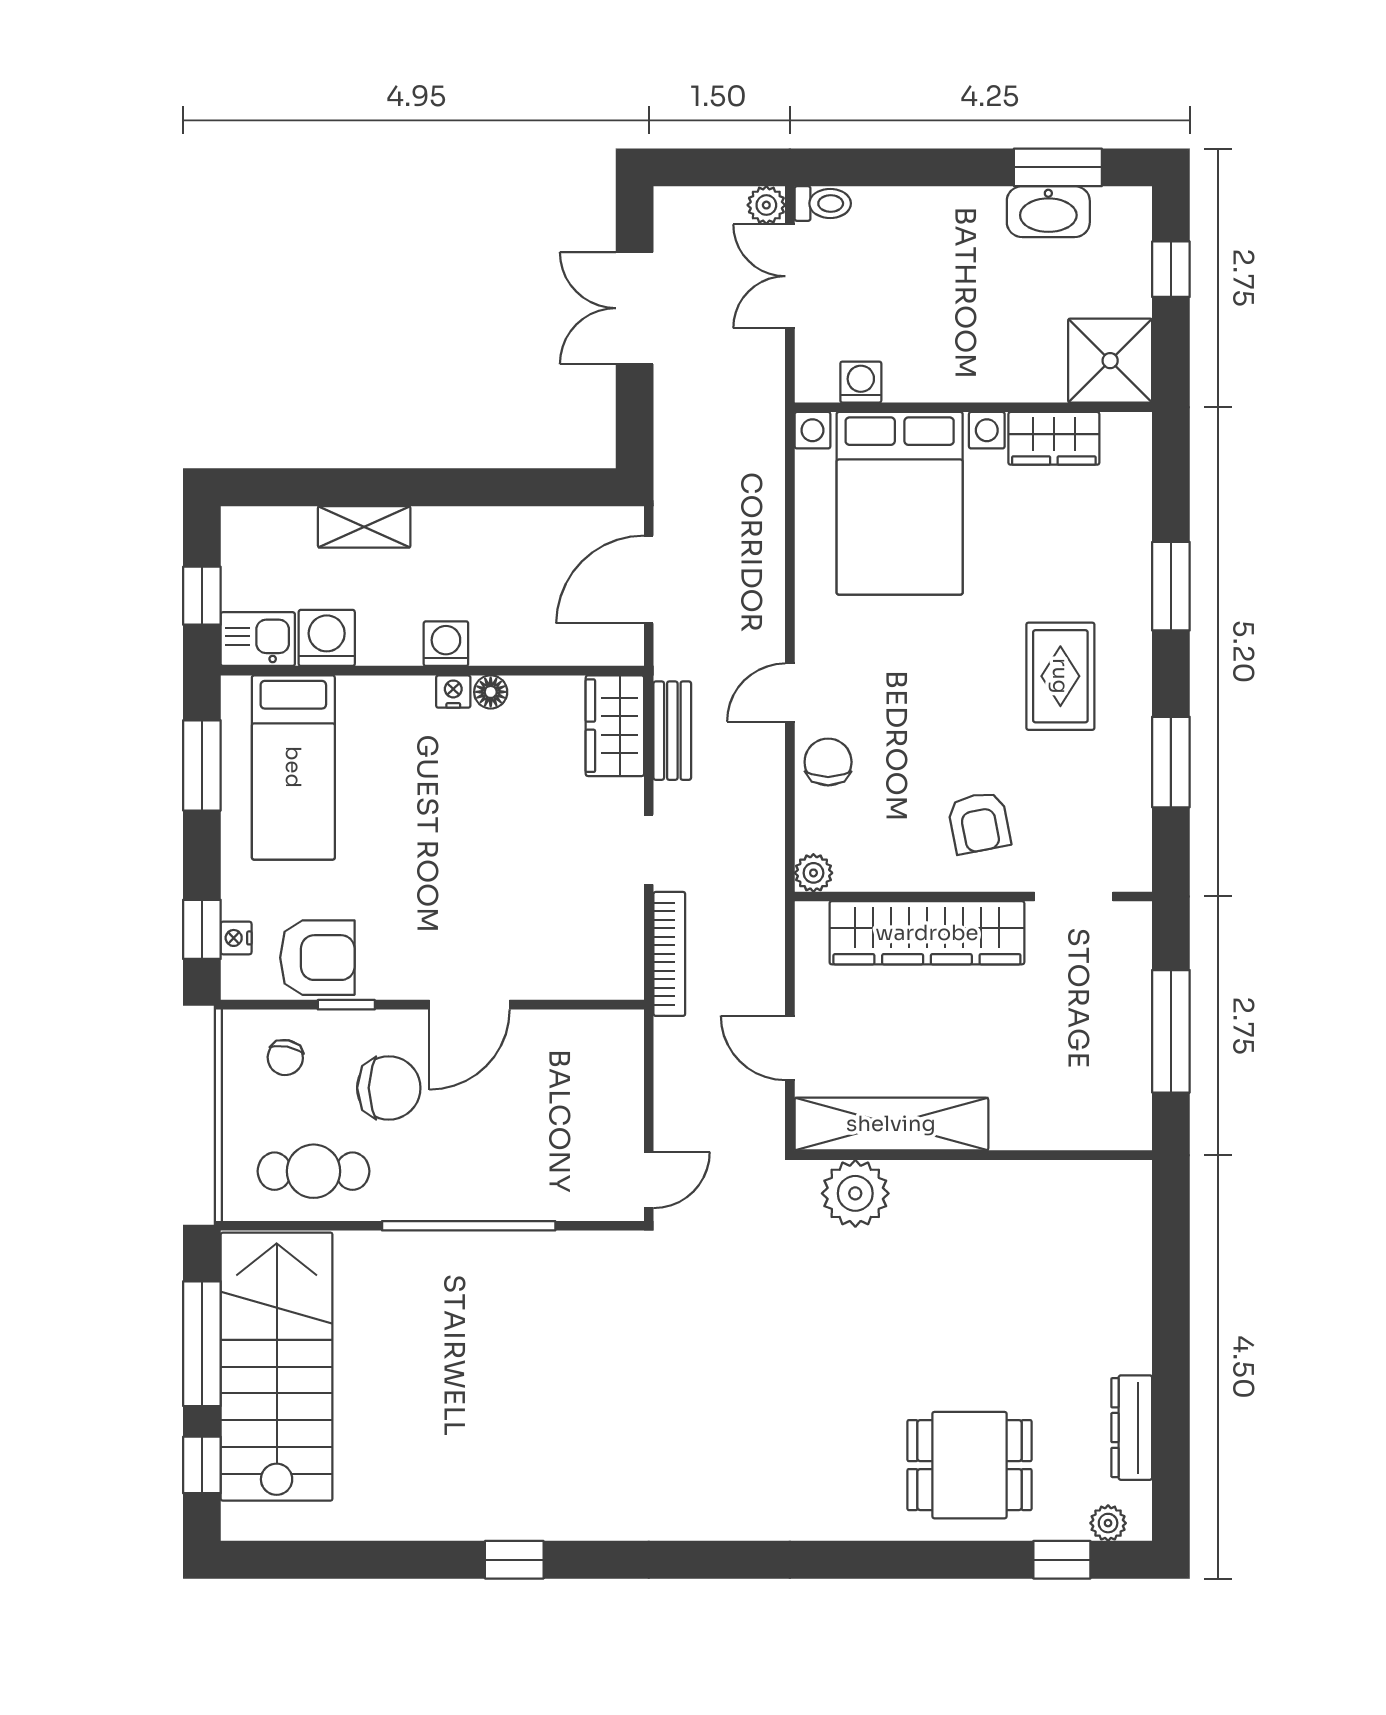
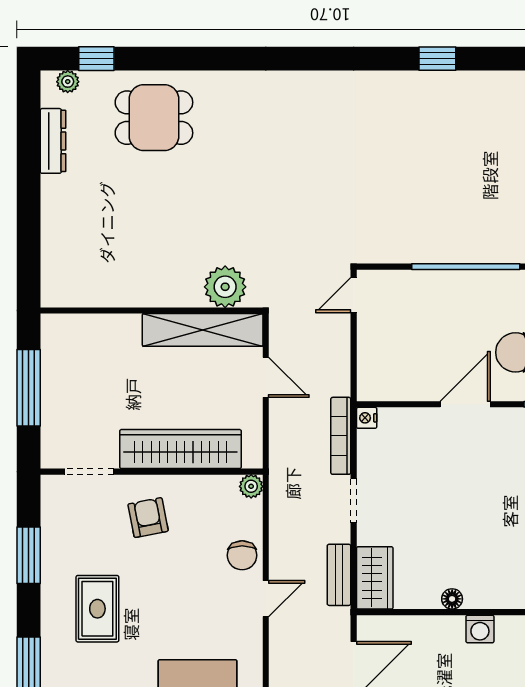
nightstand: (453, 692) -> (367, 418), moved, turned 90

